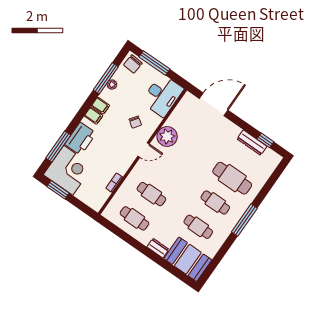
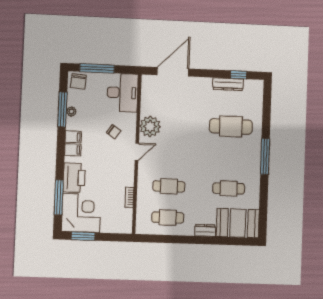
cafe table: (215, 202) -> (230, 157), removed

